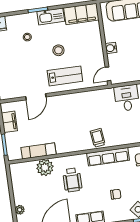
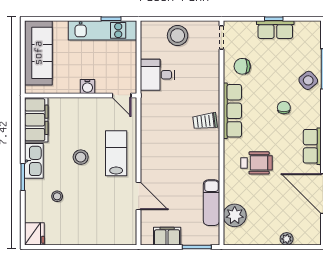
plant: (45, 167) -> (235, 215), moved

